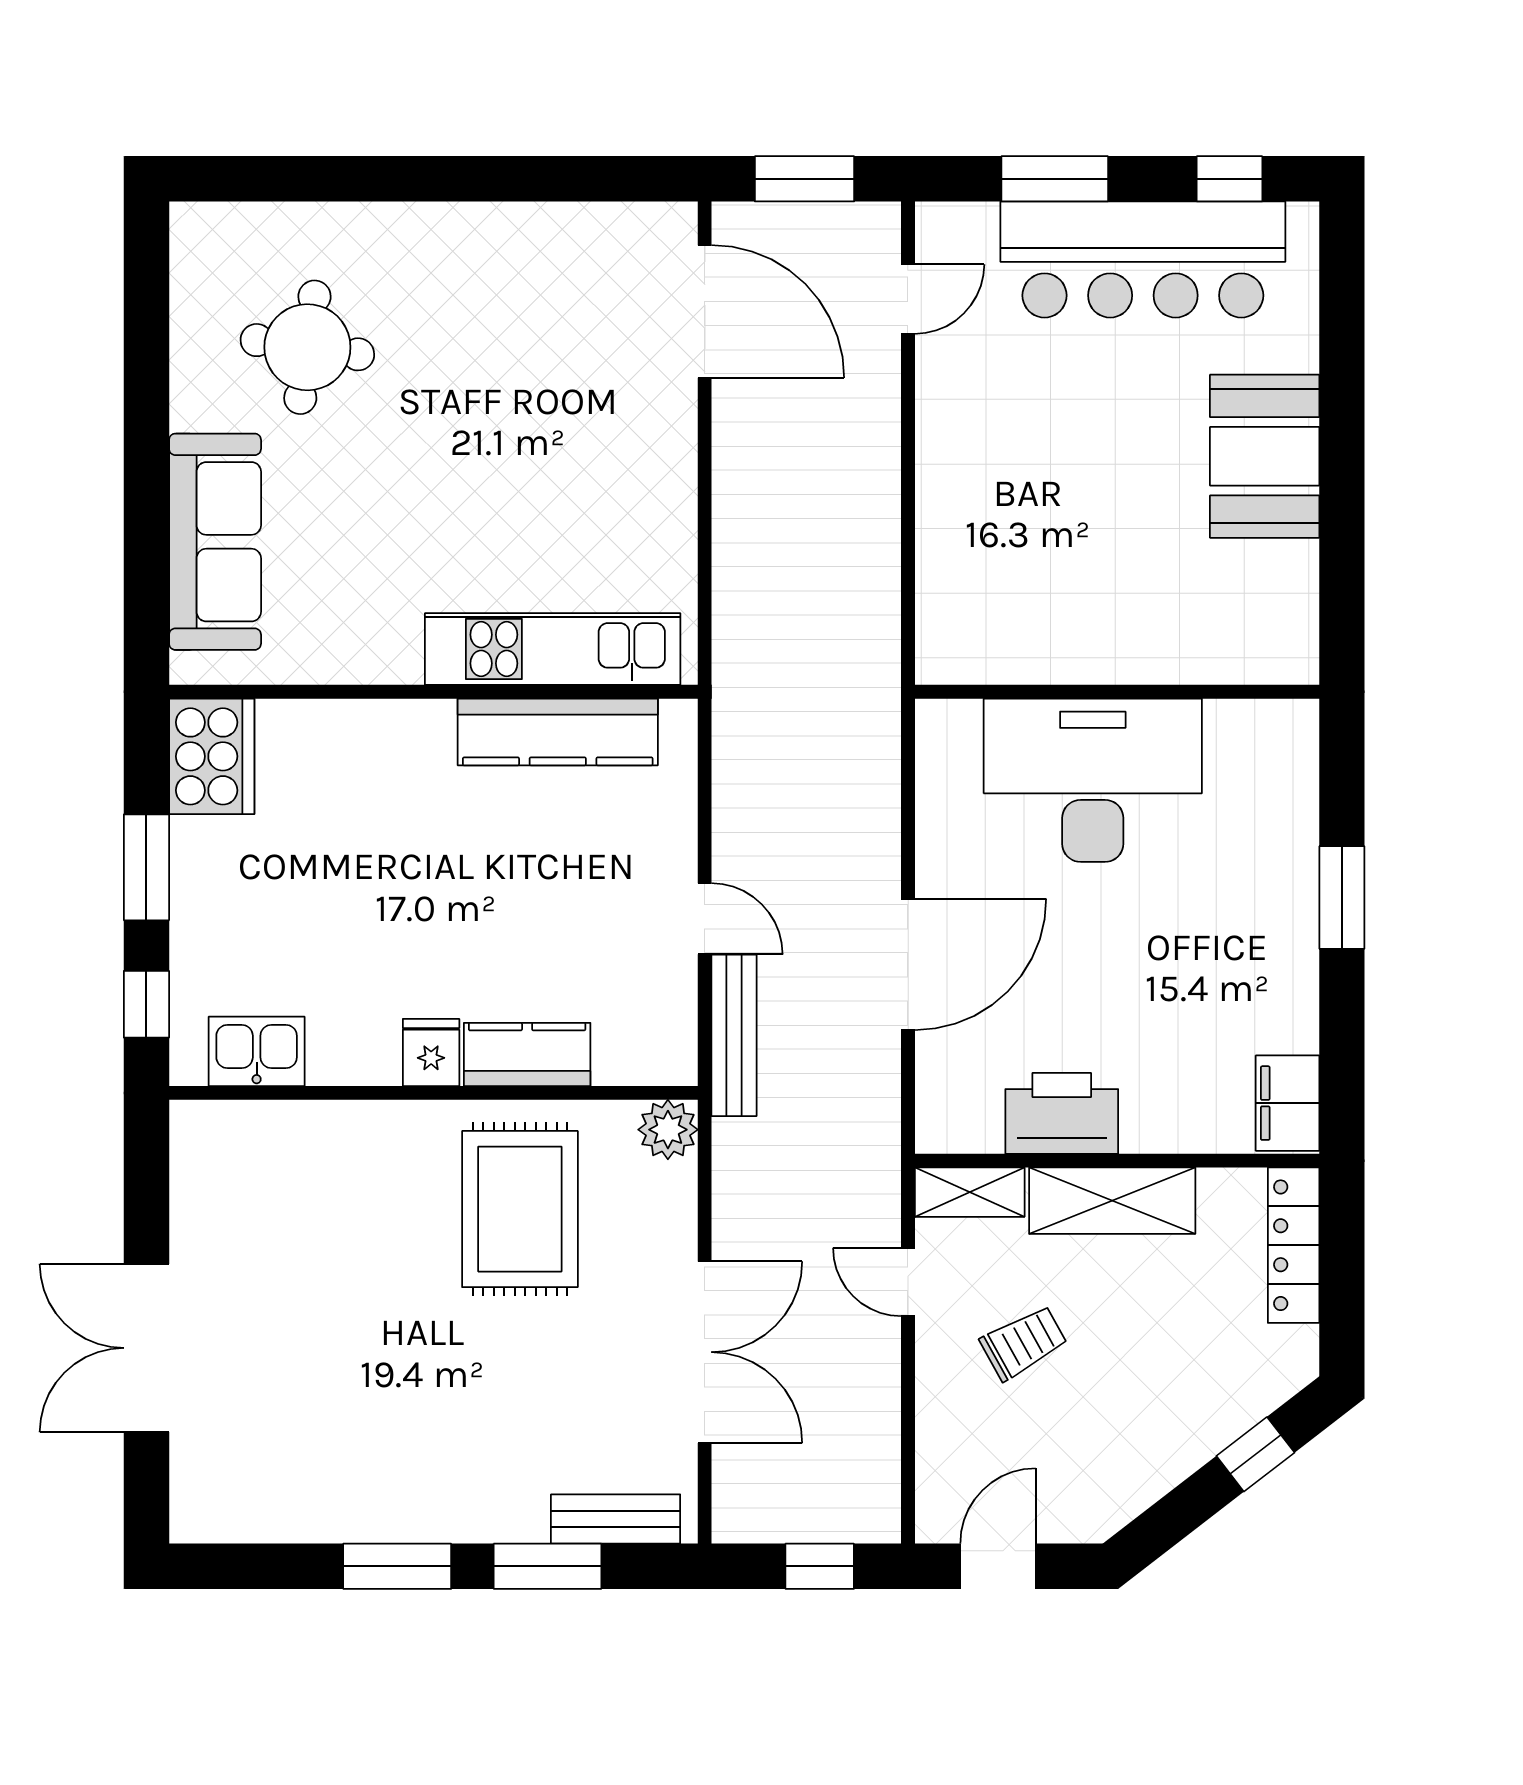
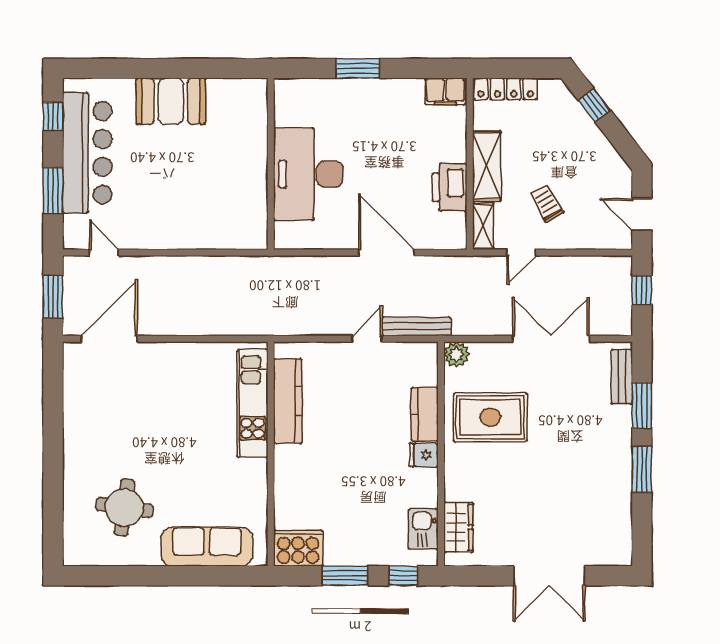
wardrobe: (261, 1134) -> (458, 527), added

